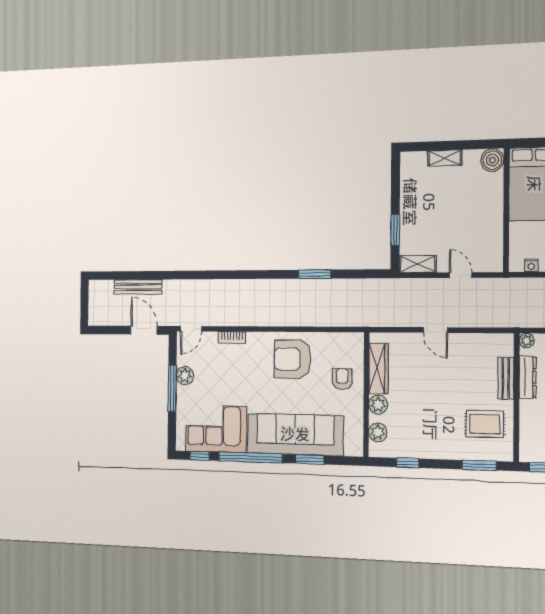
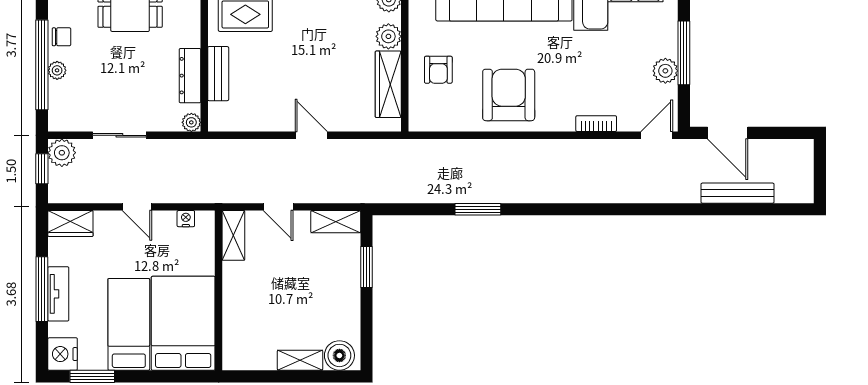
boiler: (492, 160) -> (339, 355), moved
shelving: (495, 253) -> (233, 235), added
armchair: (292, 359) -> (509, 95), turned -90

